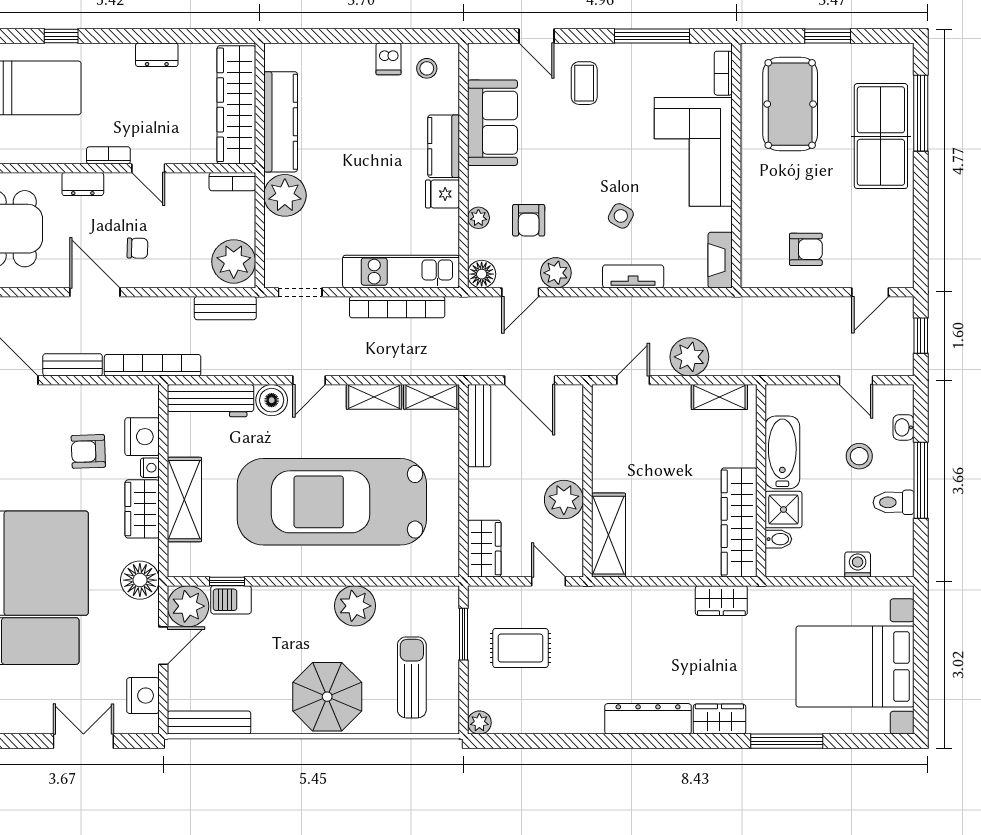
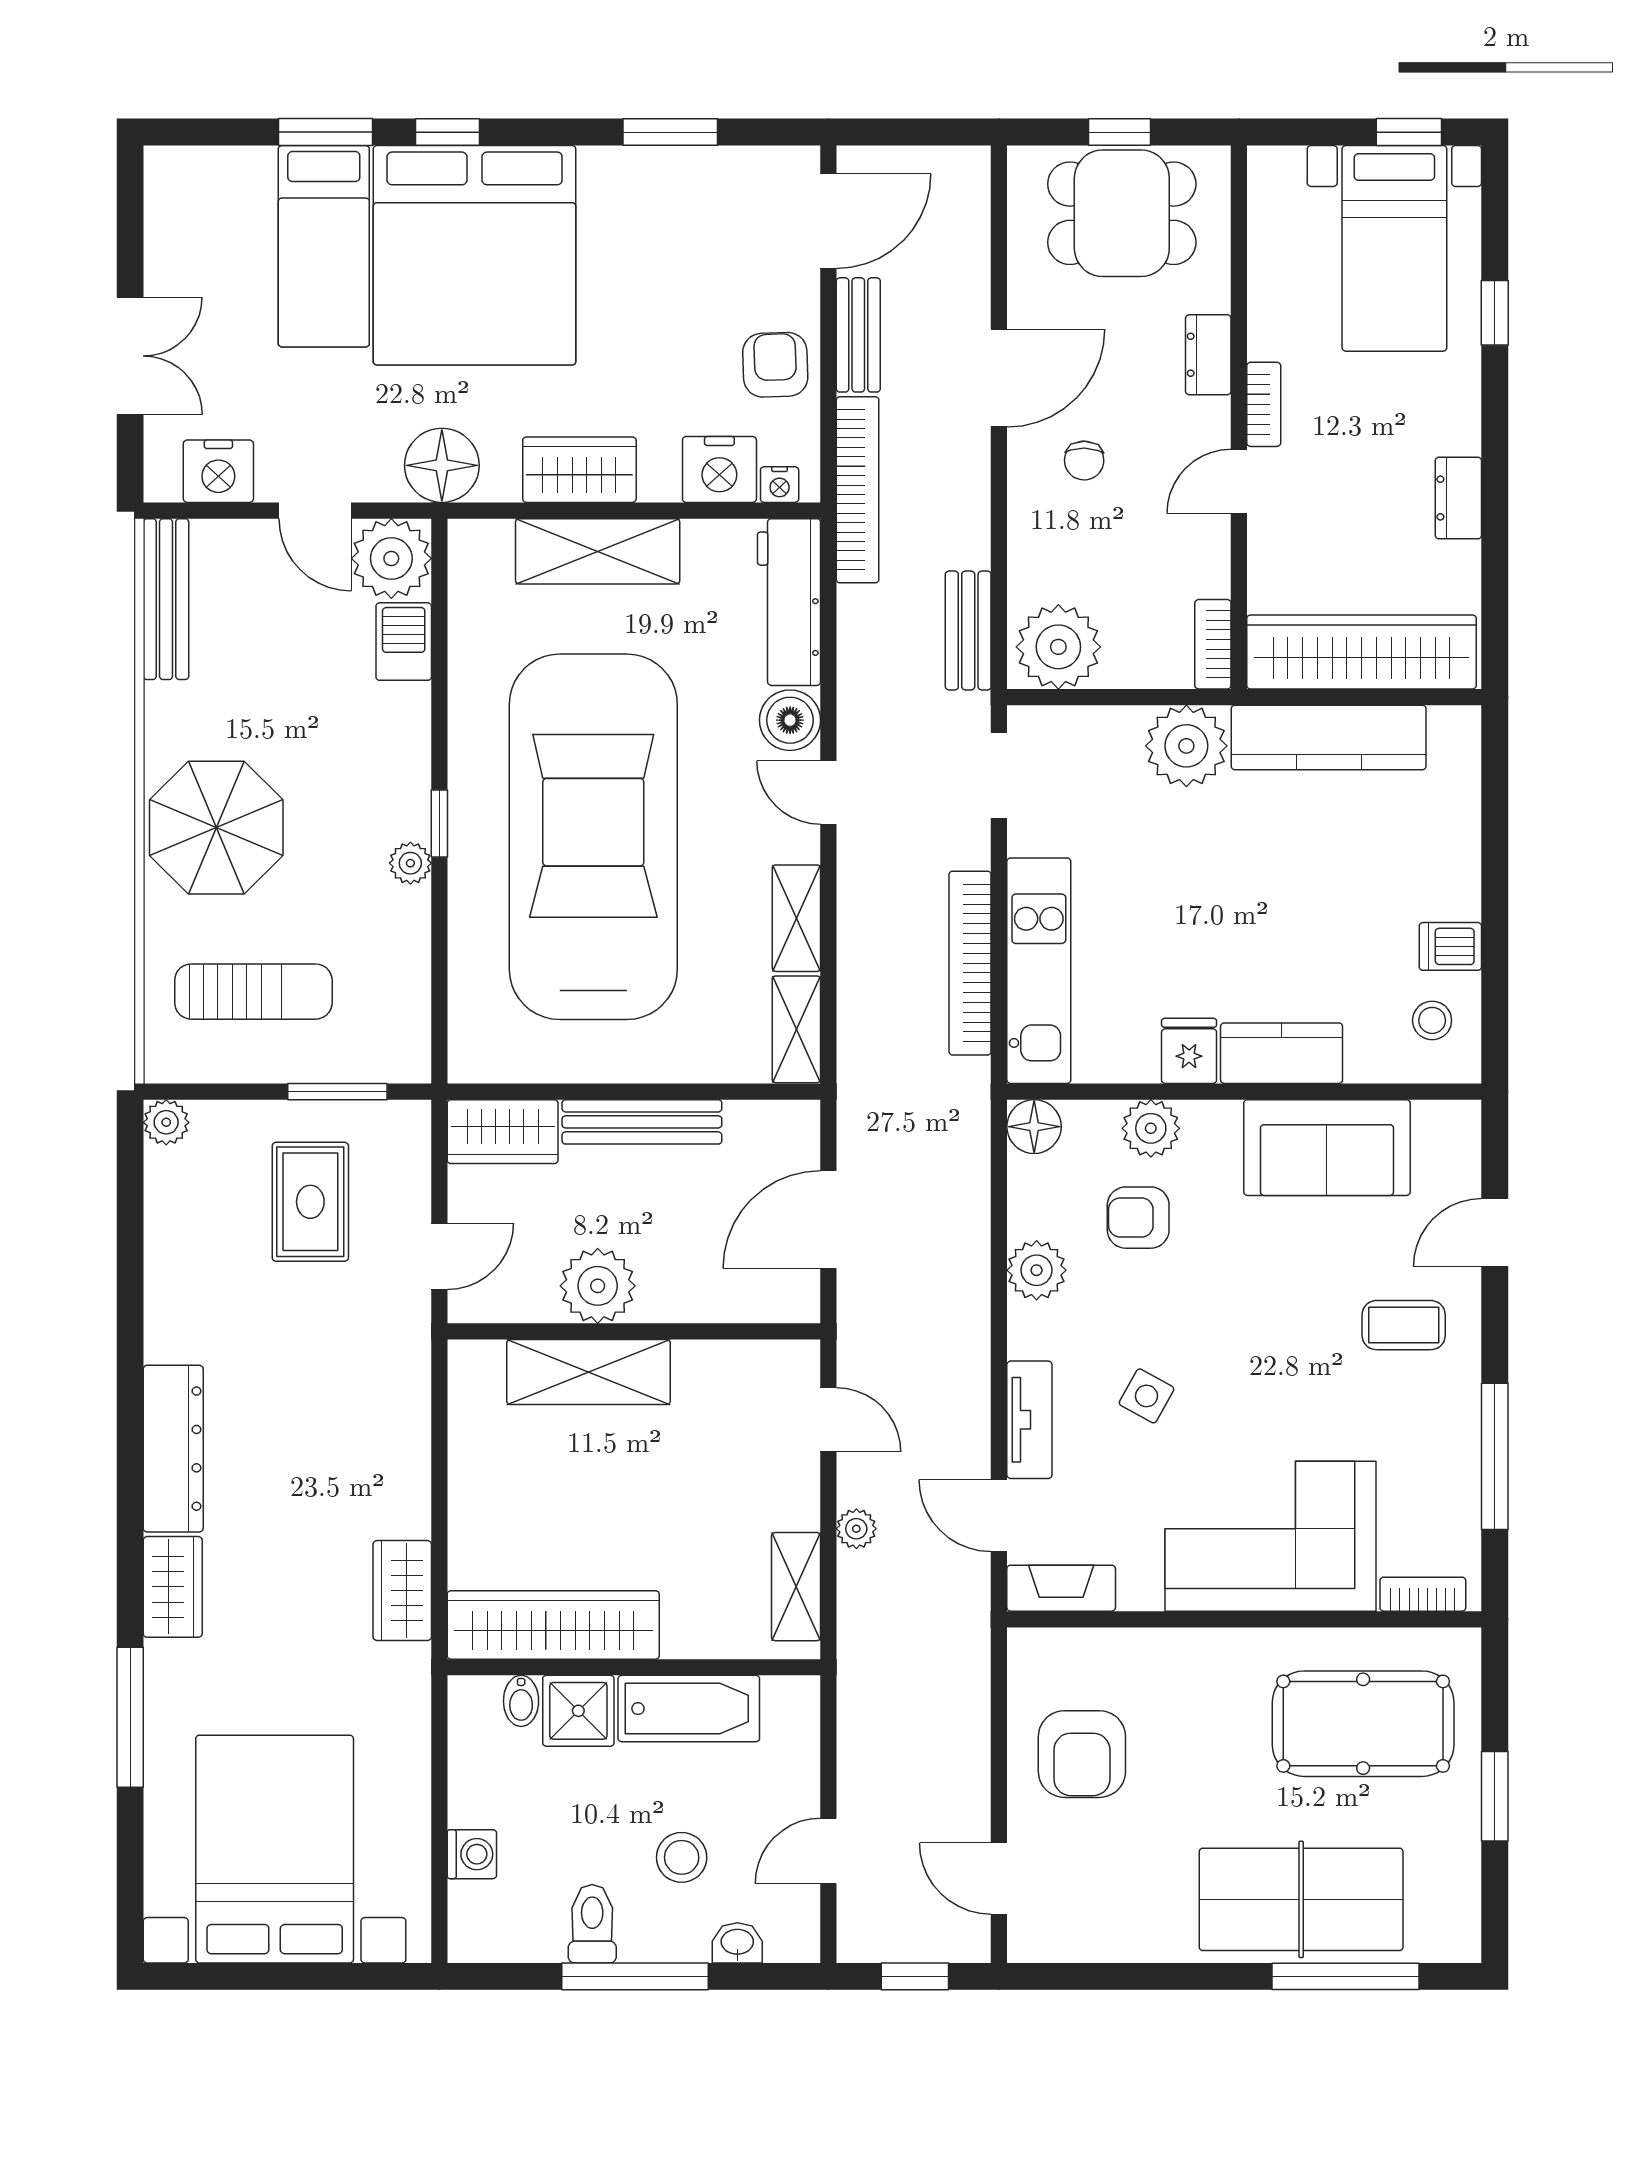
plant: (478, 218) -> (1151, 1128), width x1.38, depth x1.38
armchair: (806, 249) -> (1082, 1754), width x1.38, depth x1.38
door: (520, 292) -> (999, 1516), moved
plant: (689, 357) -> (856, 1529), width x0.53, depth x0.53
bench: (479, 426) -> (642, 1122), moved
armchair: (88, 451) -> (775, 365), moved
nightstand: (150, 468) -> (780, 485), moved
shelving: (608, 535) -> (589, 1372), moved
window: (227, 581) -> (439, 824), moved
plant: (355, 606) -> (410, 863), width x0.53, depth x0.53

